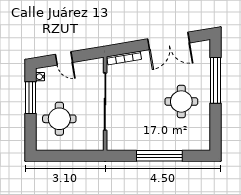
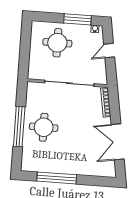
window: (215, 80) -> (57, 178), moved
round table: (181, 101) -> (44, 127), moved

